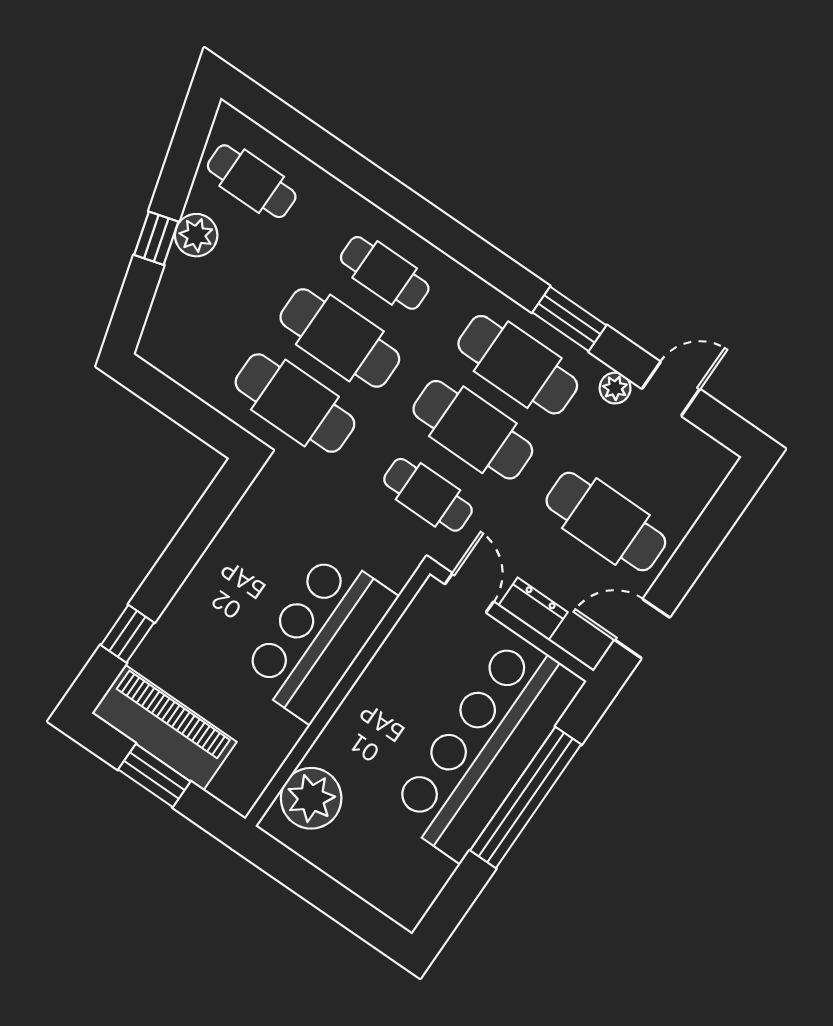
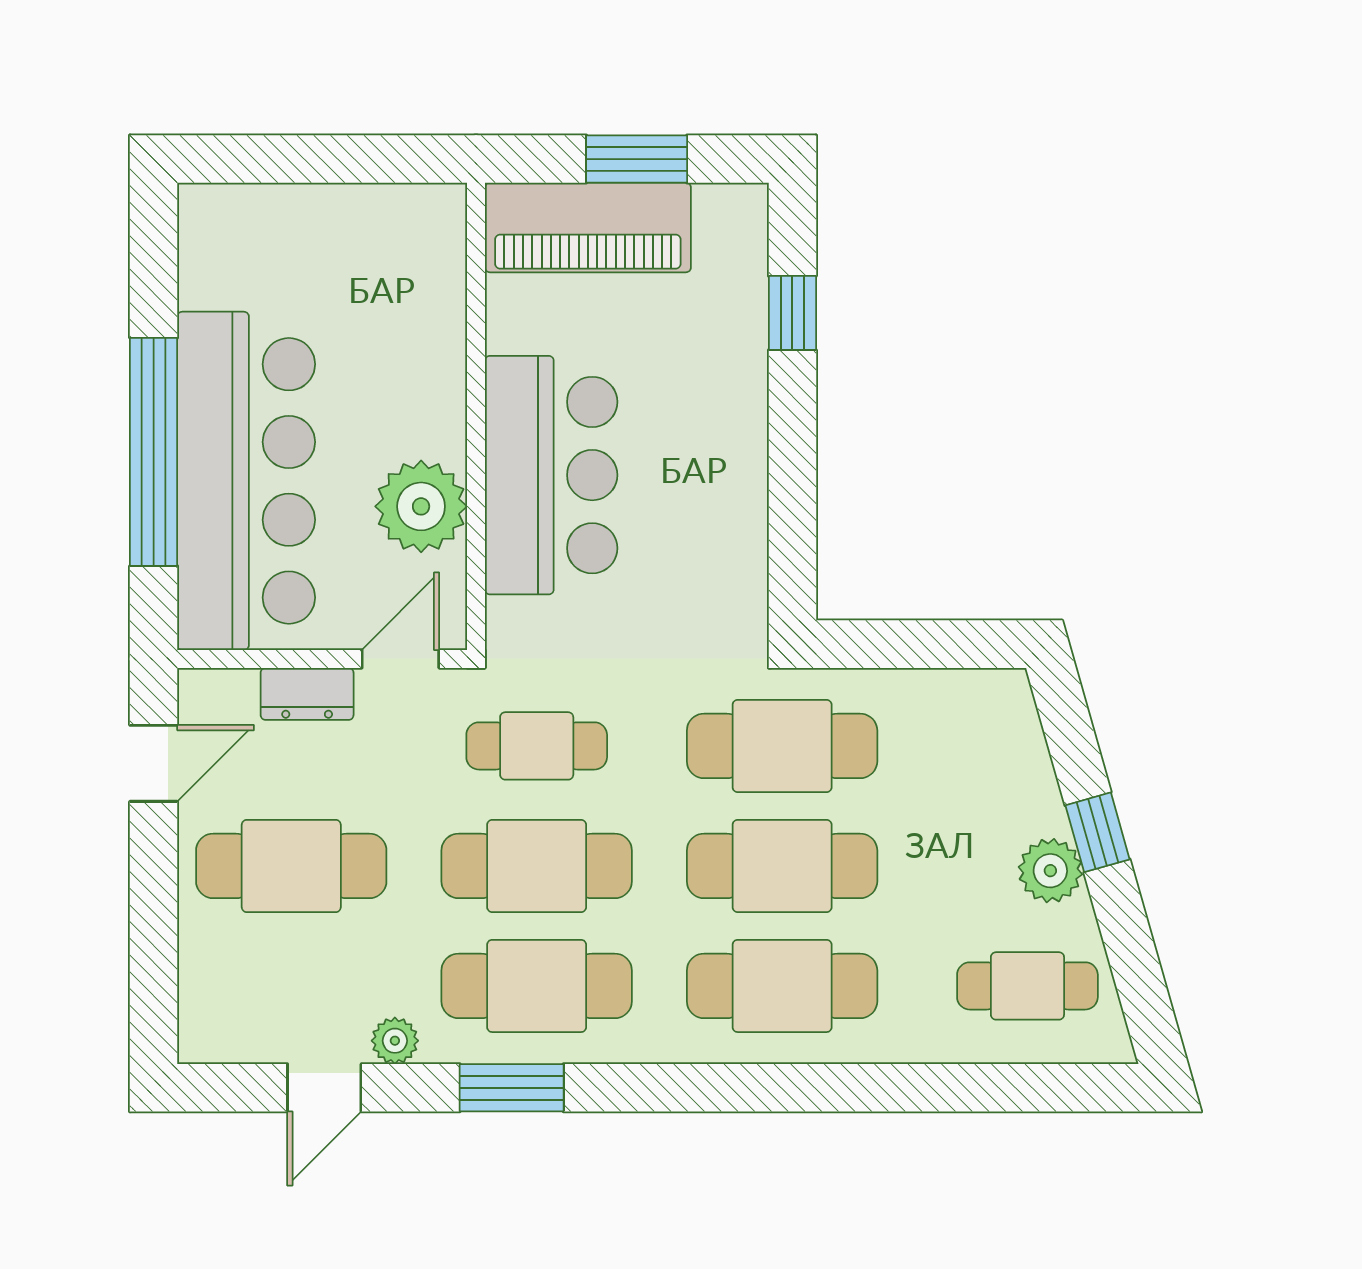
cafe table: (385, 273) -> (782, 986), width x1.37, depth x1.35
door: (469, 593) -> (400, 659), swing flipped
piano: (164, 728) -> (588, 227), moved
plant: (311, 798) -> (421, 506), moved

